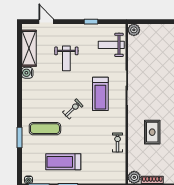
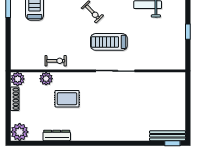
plant: (134, 30) -> (46, 79), moved
weight bench: (111, 45) -> (163, 54), removed

